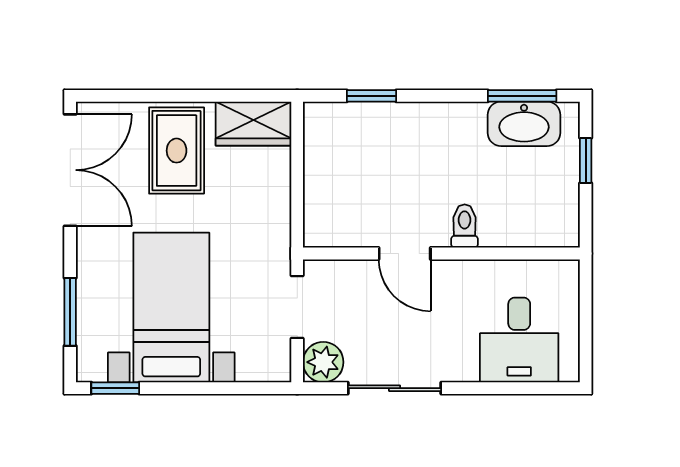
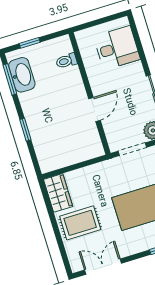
window: (372, 96) -> (25, 130), moved
double door: (70, 170) -> (103, 267), width x0.73
toilet: (465, 226) -> (66, 61), moved

